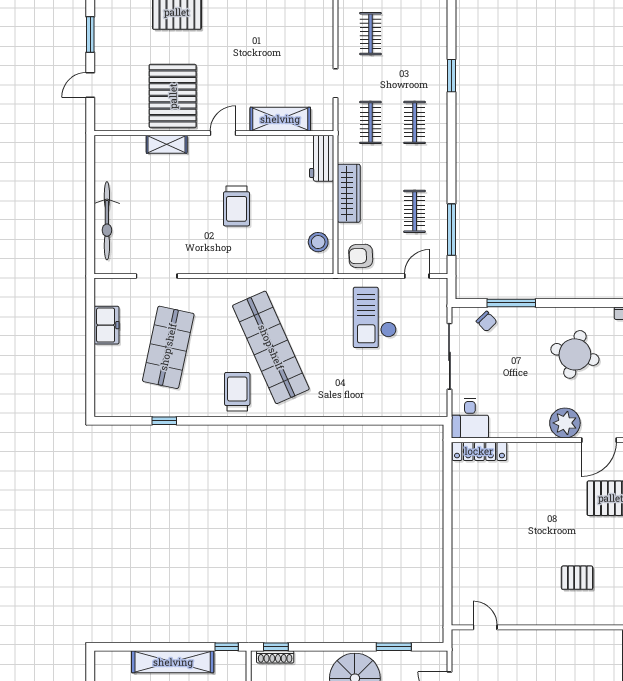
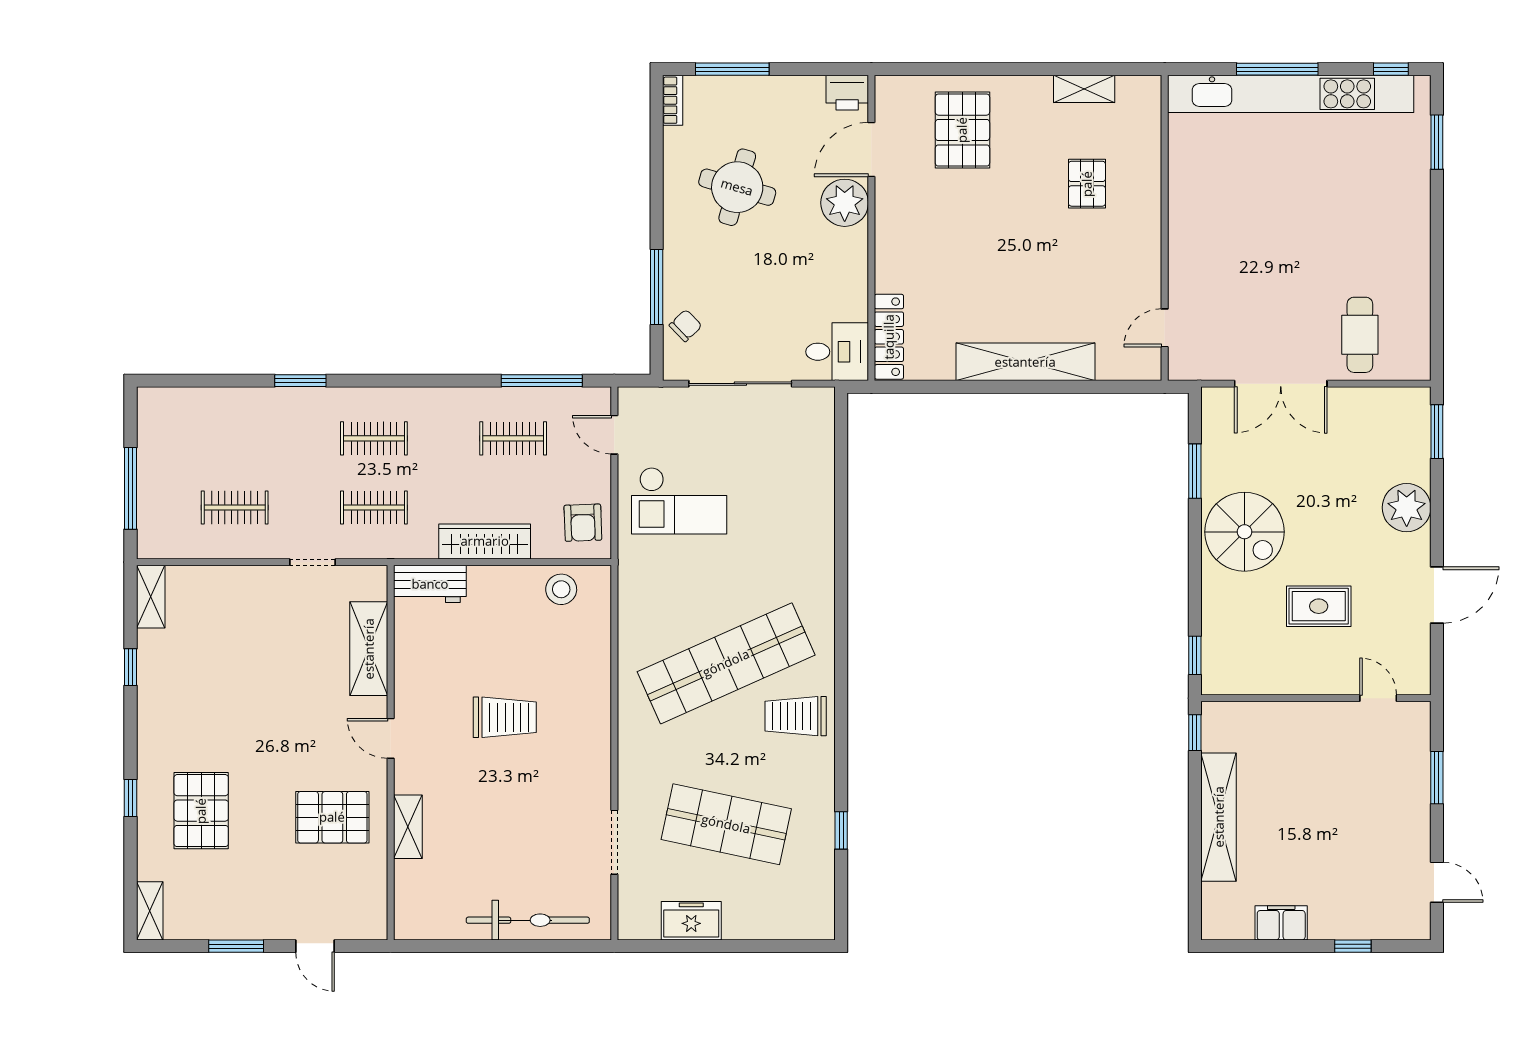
pallet: (173, 96) -> (332, 817), width x0.73, depth x0.71
door: (599, 440) -> (871, 150), swing flipped
shelving: (463, 538) -> (1025, 362), added
shoe rack: (275, 657) -> (1211, 657), removed

